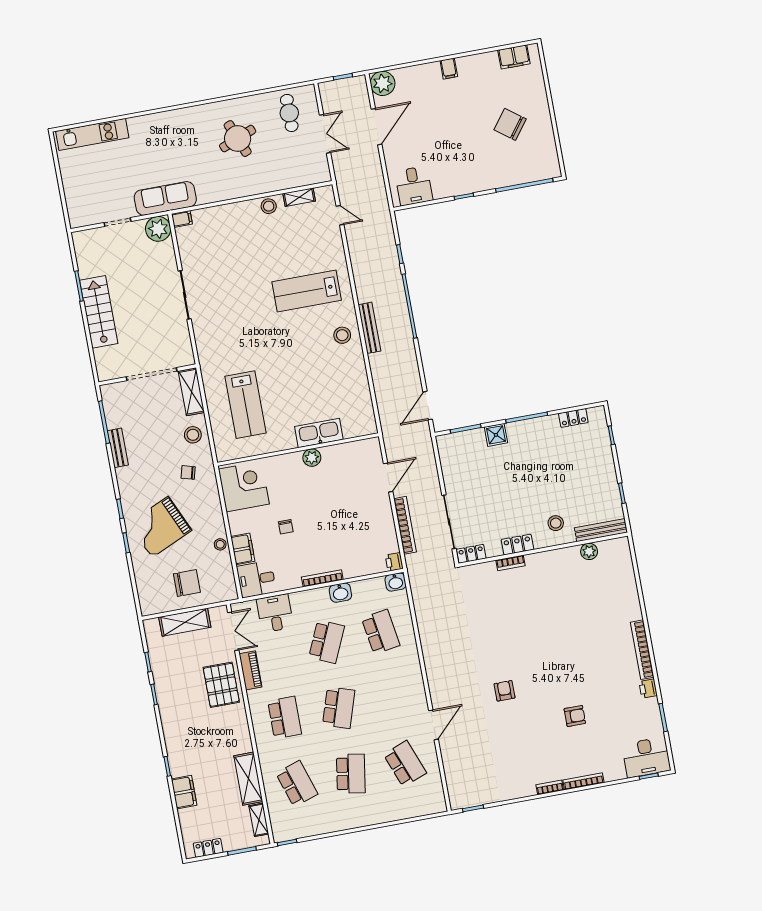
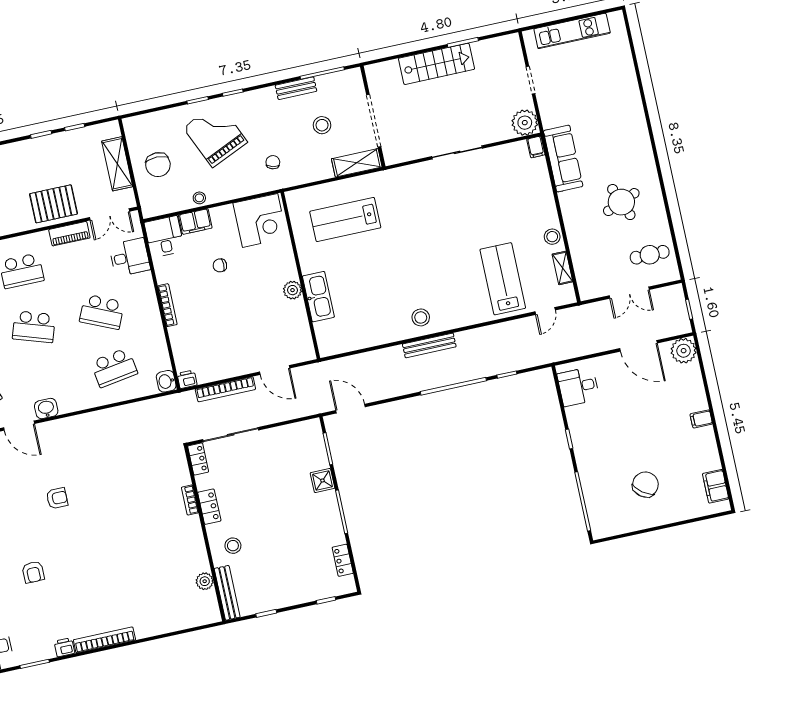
kitchen unit: (92, 134) -> (572, 31), moved, turned -90
sofa: (165, 198) -> (563, 159), moved
lab bench: (307, 291) -> (503, 279), moved
stool: (193, 435) -> (322, 125), moved
washbasin: (340, 593) -> (46, 409), moved, turned 90

